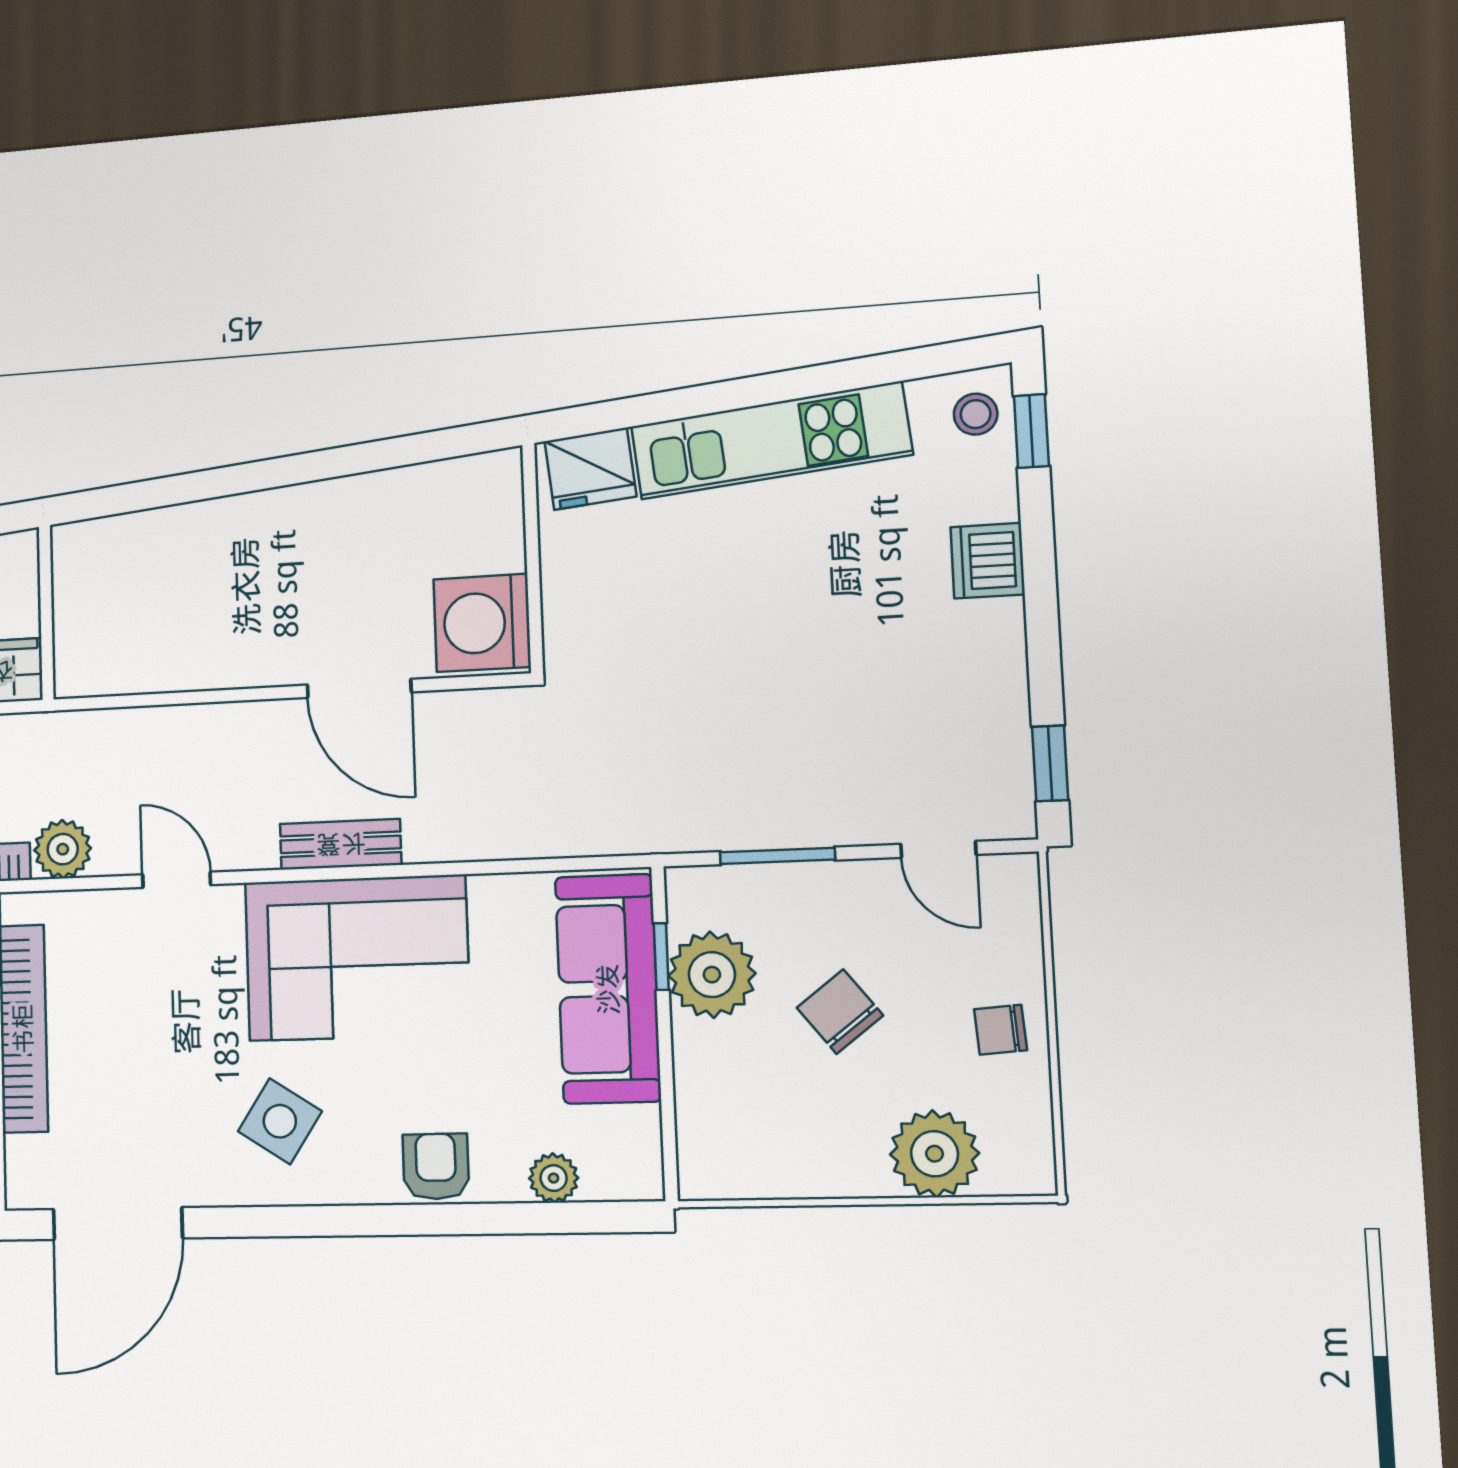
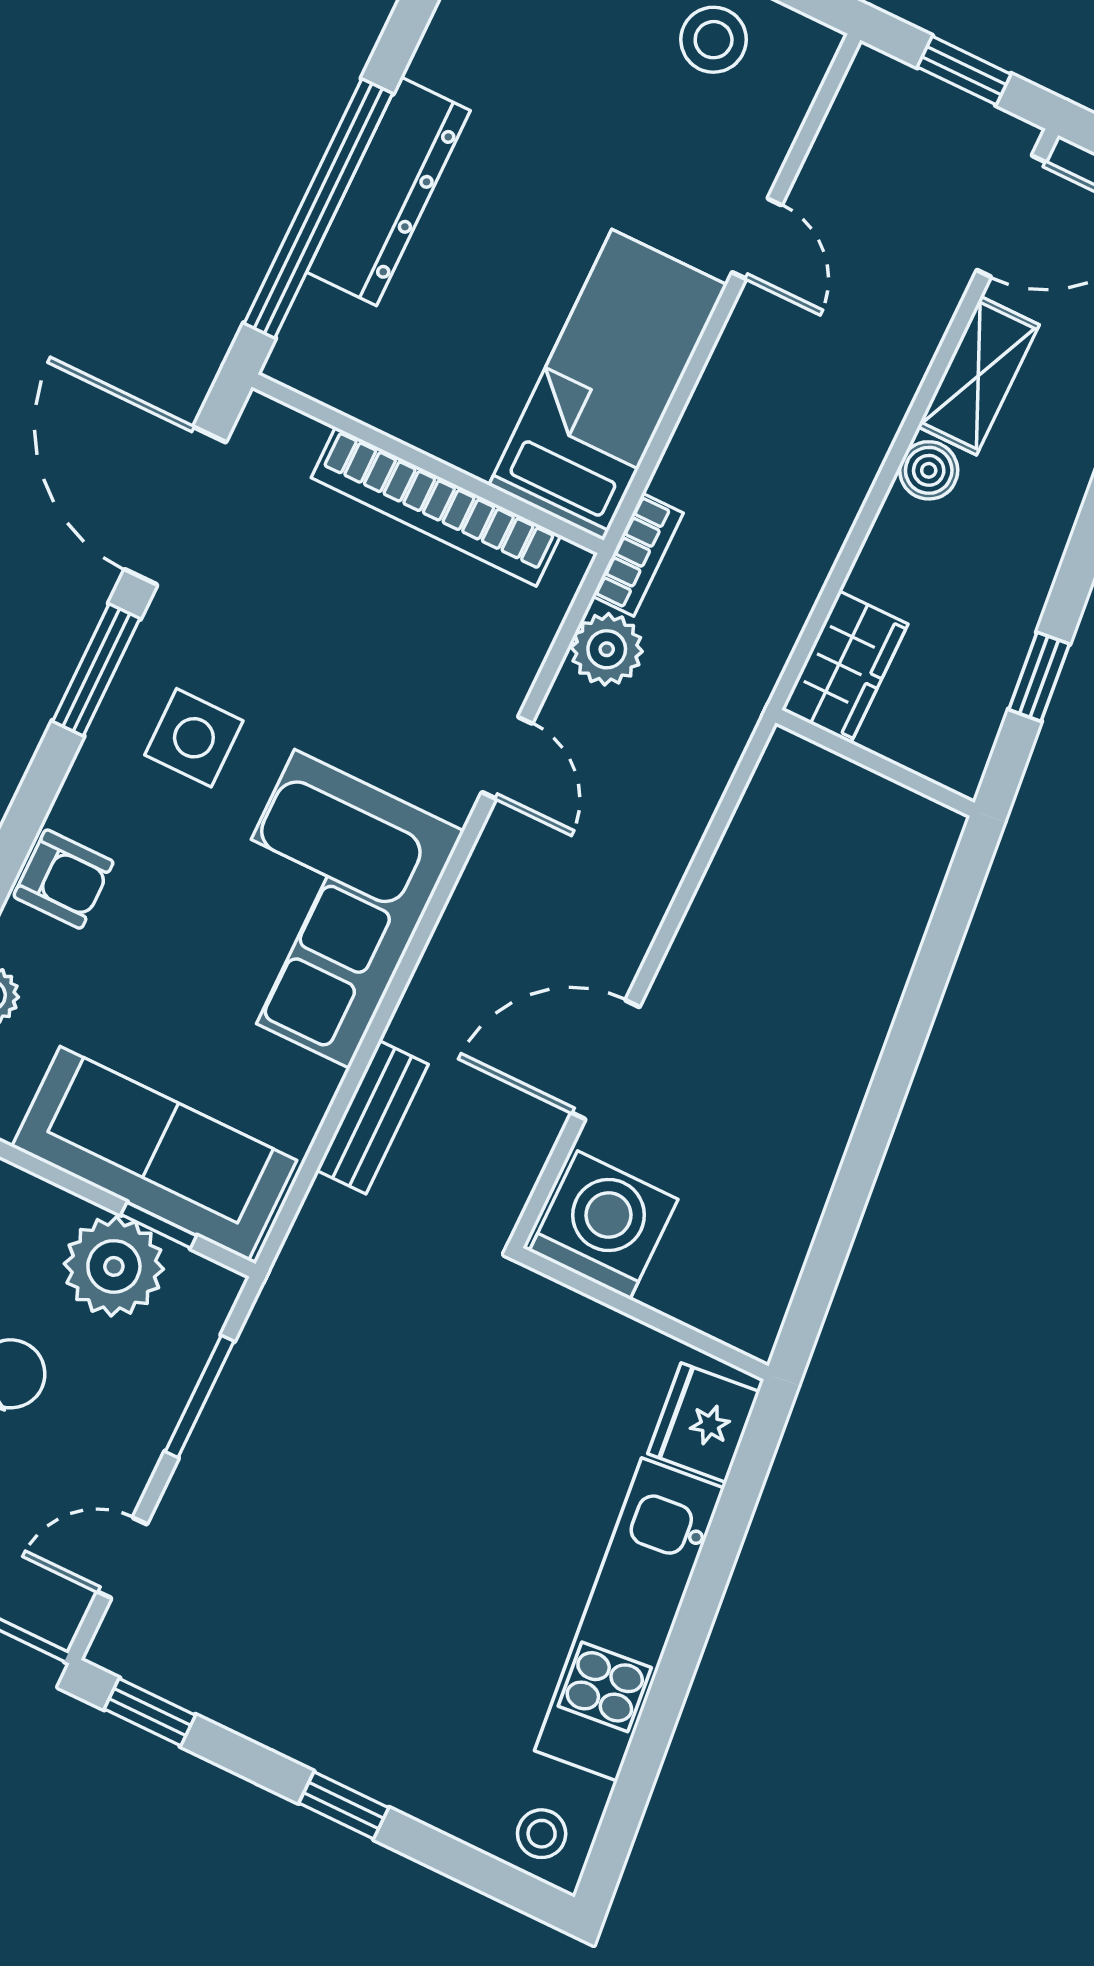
window: (1031, 431) -> (344, 1805), moved
dishwasher: (988, 561) -> (386, 1764), removed
bench: (341, 844) -> (372, 1117), moved
door: (177, 880) -> (507, 758), hinge flipped
side table: (280, 1121) -> (194, 738), turned -33
window: (267, 1222) -> (96, 670), added

